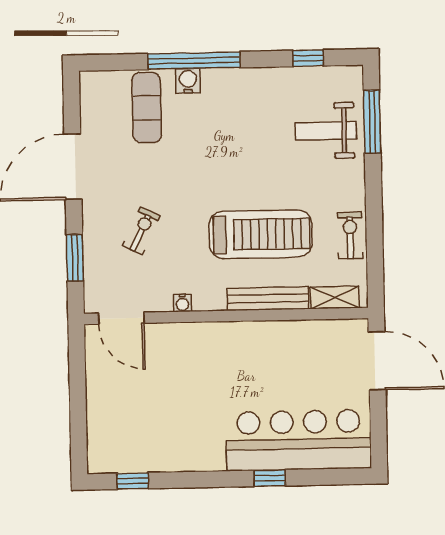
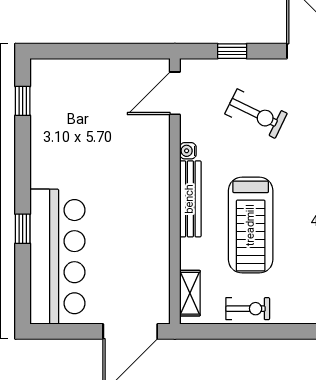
exercise bike: (141, 231) -> (256, 114), width x1.38, depth x1.39
window: (75, 258) -> (232, 51), width x0.67
bench: (268, 299) -> (190, 199), moved

